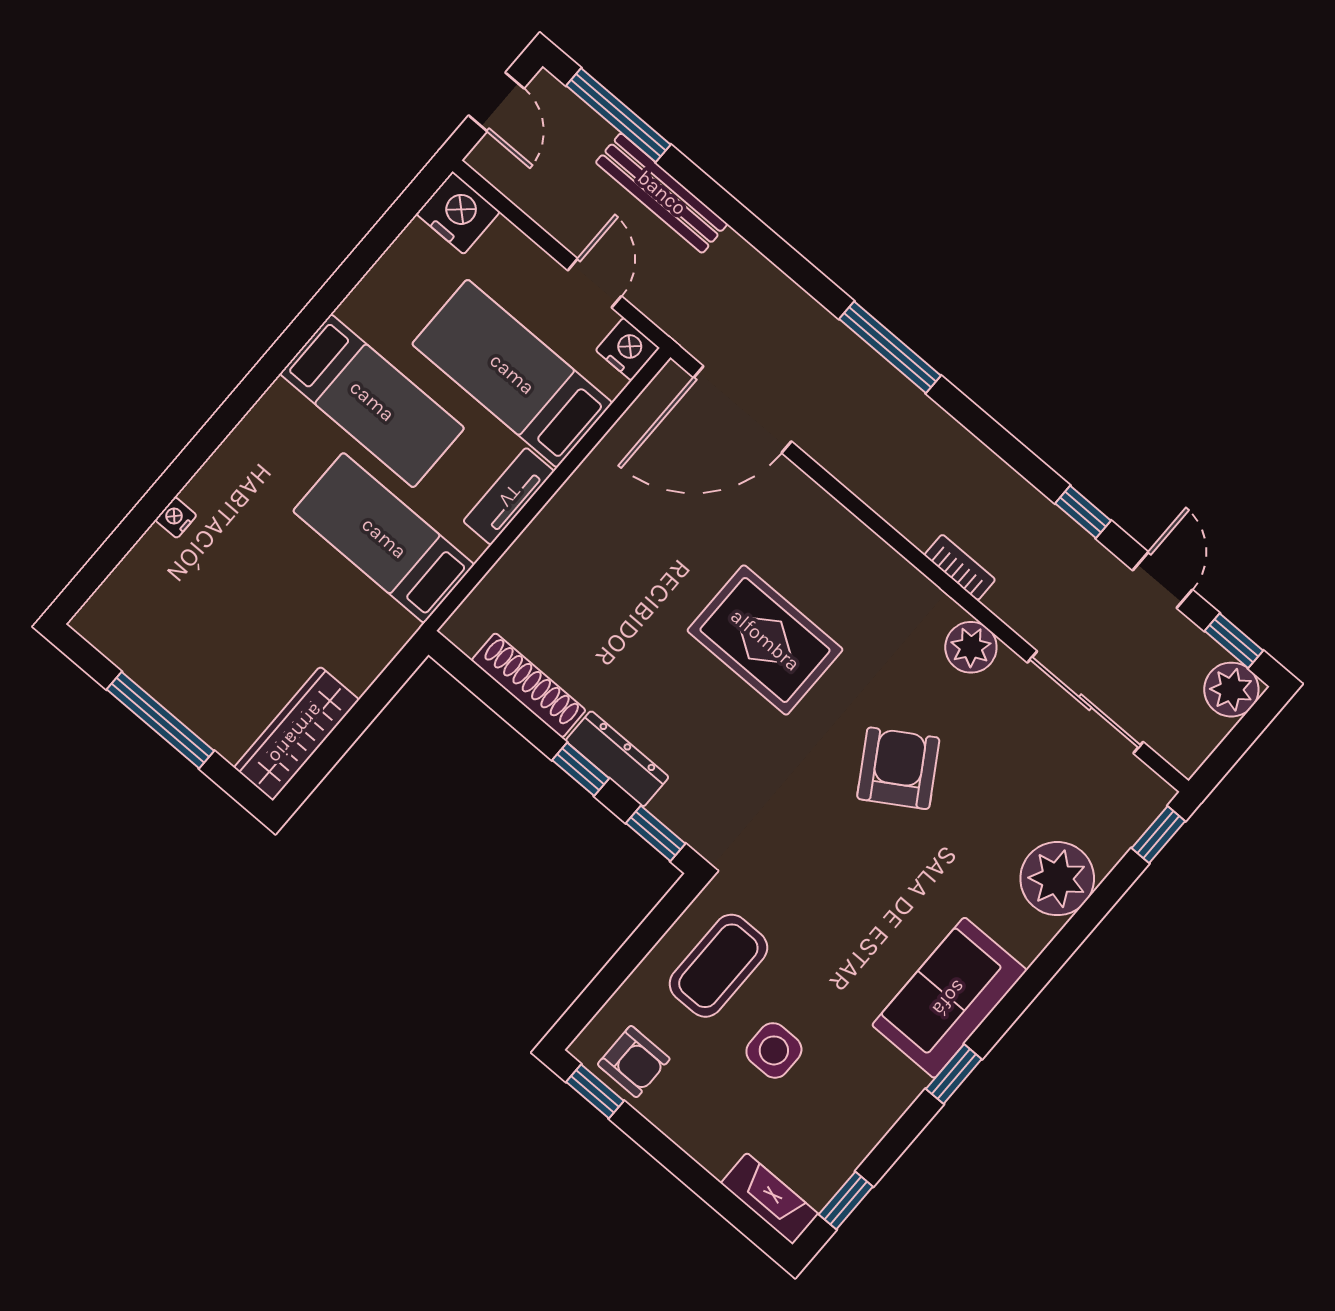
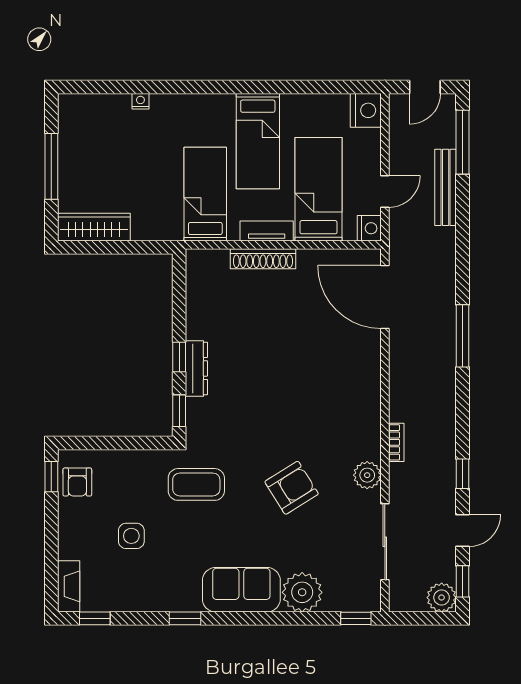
rug: (765, 640) -> (298, 388), removed
shoe rack: (529, 685) -> (263, 259), moved, turned 90
coffee table: (718, 966) -> (196, 484), moved
sofa: (949, 998) -> (241, 590), moved

